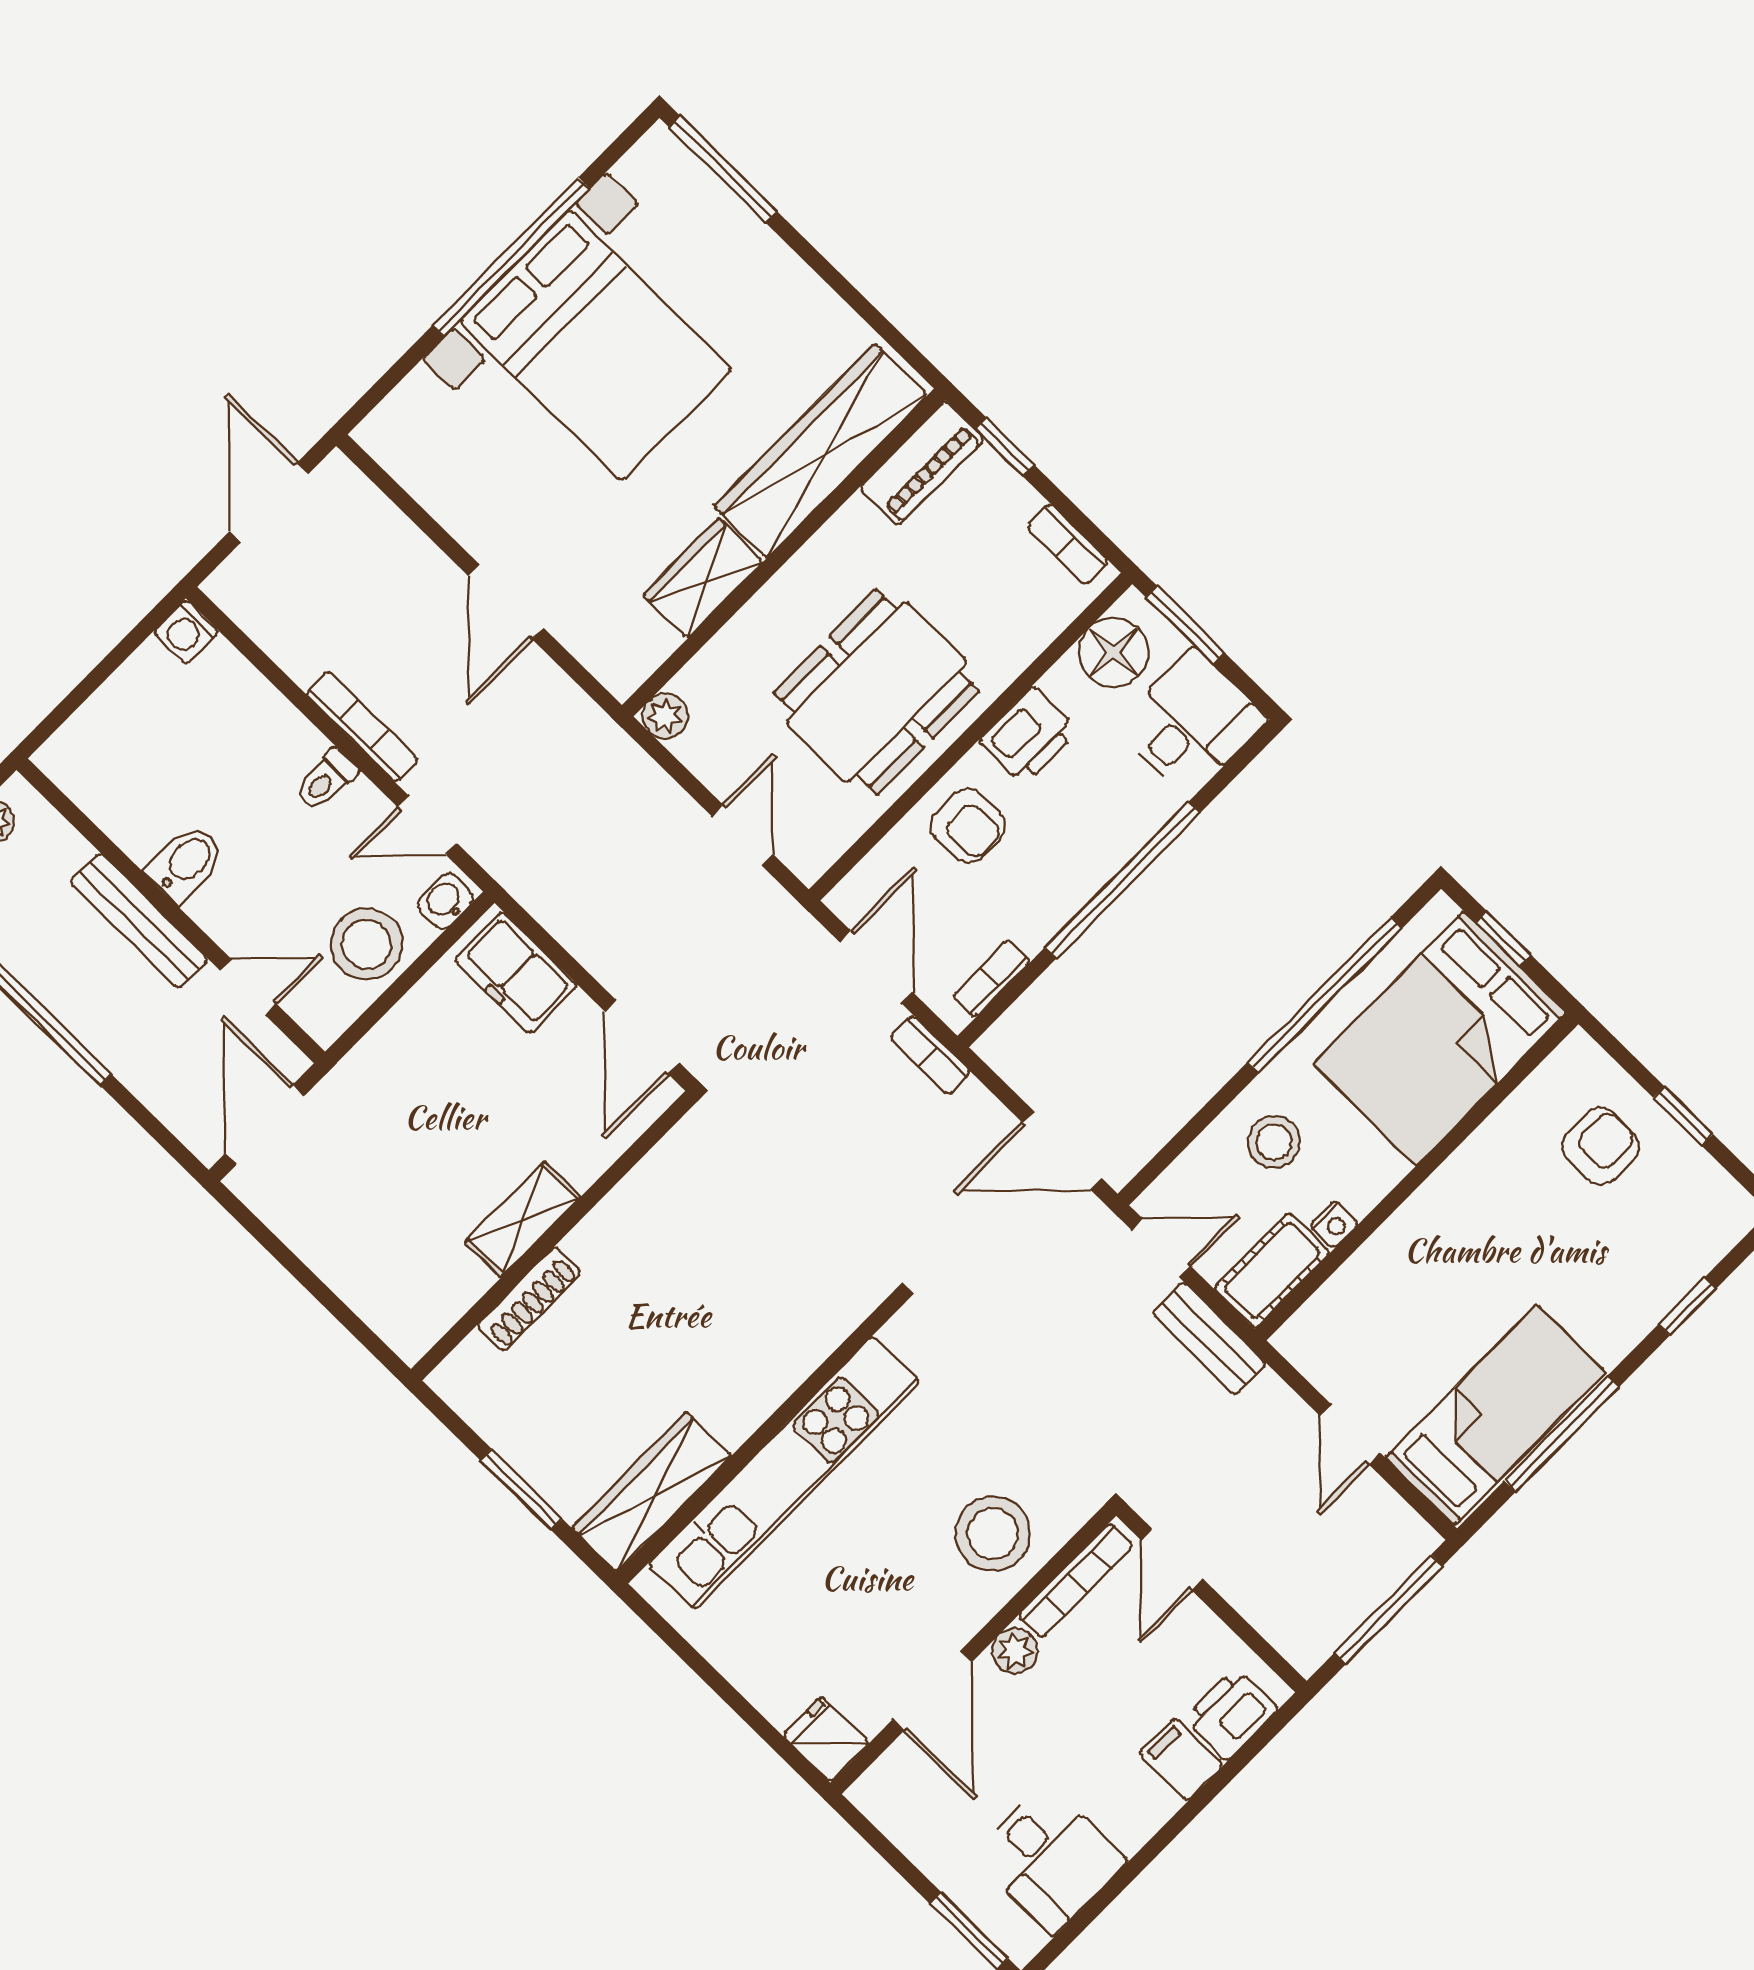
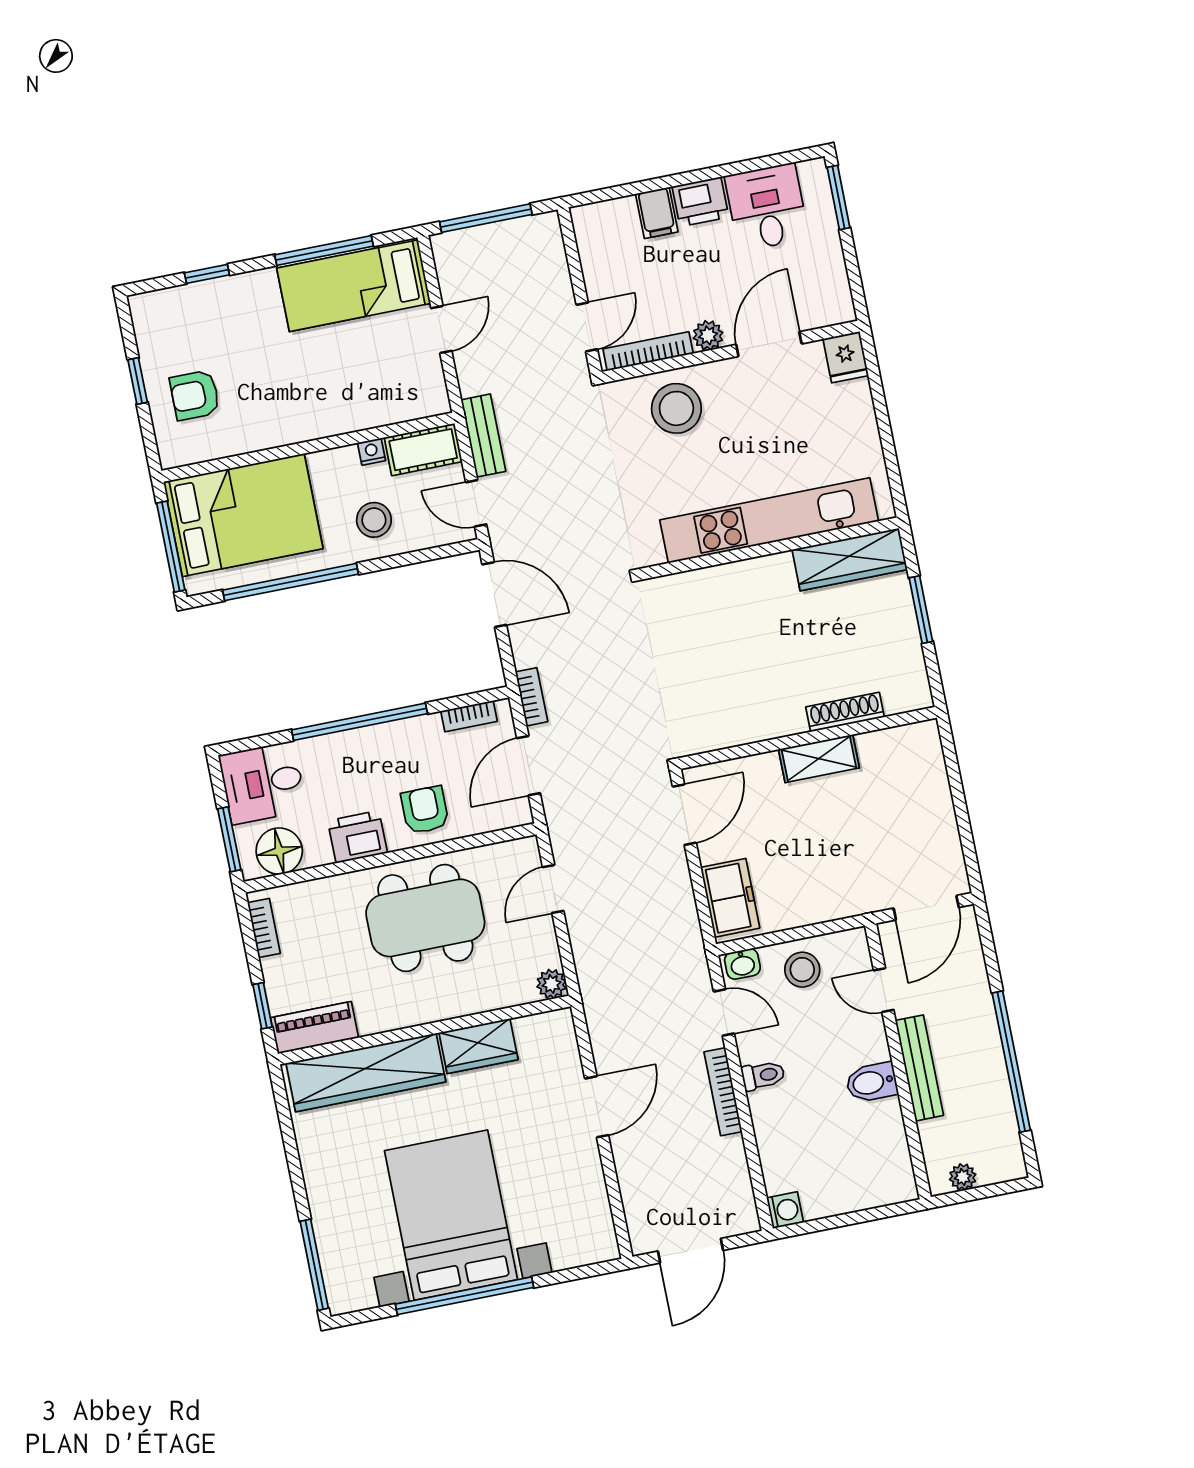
window: (1503, 939) -> (171, 547), width x2.17
stool: (366, 944) -> (802, 970), width x0.73, depth x0.73
printer: (1231, 1714) -> (701, 202), moved

